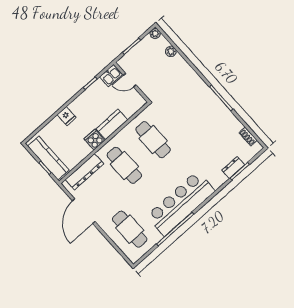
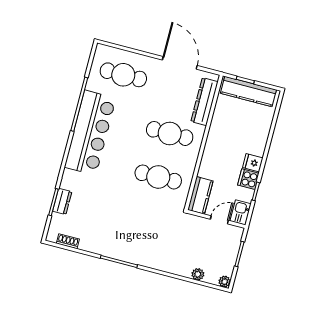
fridge: (67, 116) -> (253, 163), moved
kitchen counter: (112, 124) -> (200, 195), moved
cooker: (94, 140) -> (248, 179), moved, turned 180

